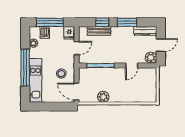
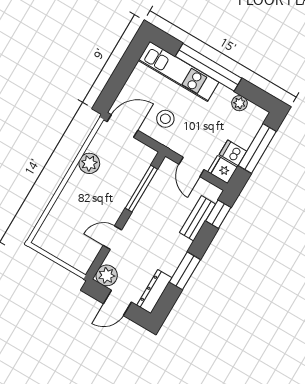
window: (102, 22) -> (218, 214), moved
dishwasher: (45, 32) -> (233, 153), moved
door: (161, 45) -> (117, 303), hinge flipped
door: (132, 65) -> (112, 238), hinge flipped

